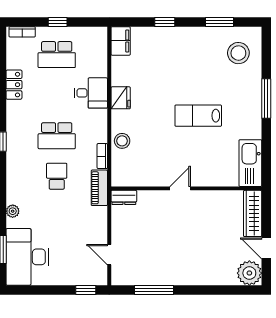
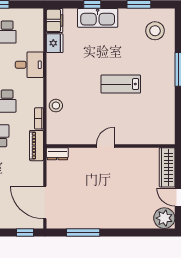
fridge: (121, 98) -> (55, 43), moved
kitchen sink: (250, 163) -> (98, 18), moved, turned -90
door: (109, 255) -> (45, 202), width x1.87

